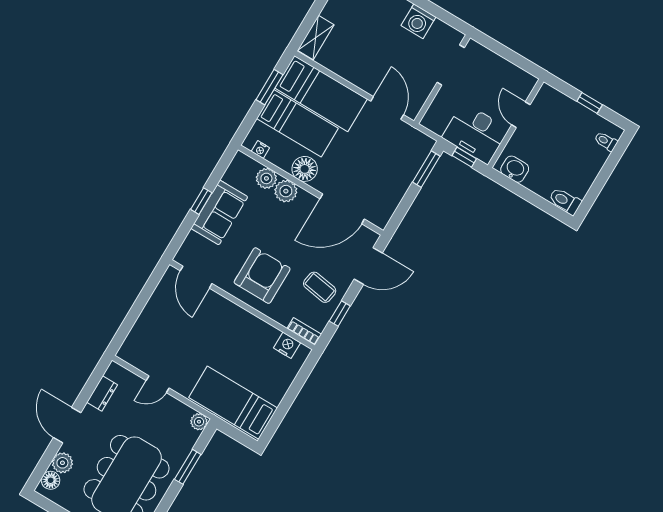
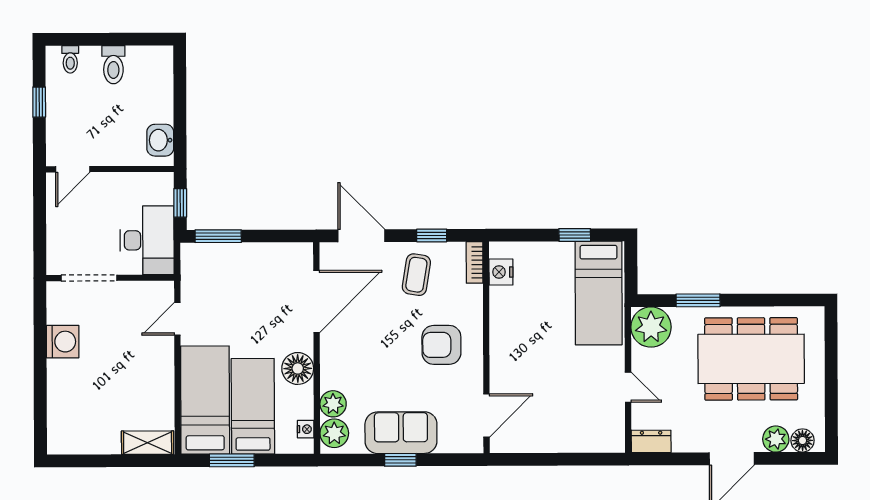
door: (387, 108) -> (177, 319), width x0.73
door: (521, 115) -> (73, 169), moved
desk: (475, 133) -> (147, 240), moved
plant: (286, 191) -> (334, 433), moved
toilet: (565, 201) -> (113, 65), moved
door: (342, 209) -> (316, 302), hinge flipped
armchair: (262, 276) -> (441, 345), width x0.73, depth x0.73
dresser: (102, 393) -> (651, 441), moved
window: (282, 410) -> (575, 235), added
plant: (199, 422) -> (651, 327), width x1.87, depth x1.87

